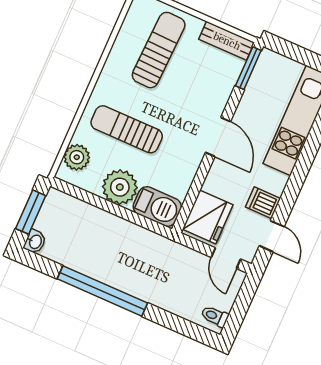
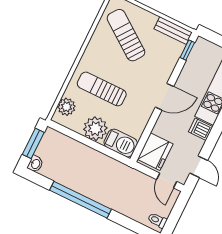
sun lounger: (159, 50) -> (126, 35), turned -56
window: (248, 68) -> (187, 50), width x0.67
door: (218, 137) -> (164, 97), hinge flipped
dishwasher: (263, 203) -> (201, 129), moved

